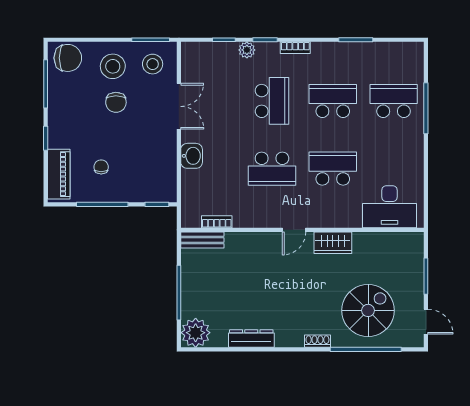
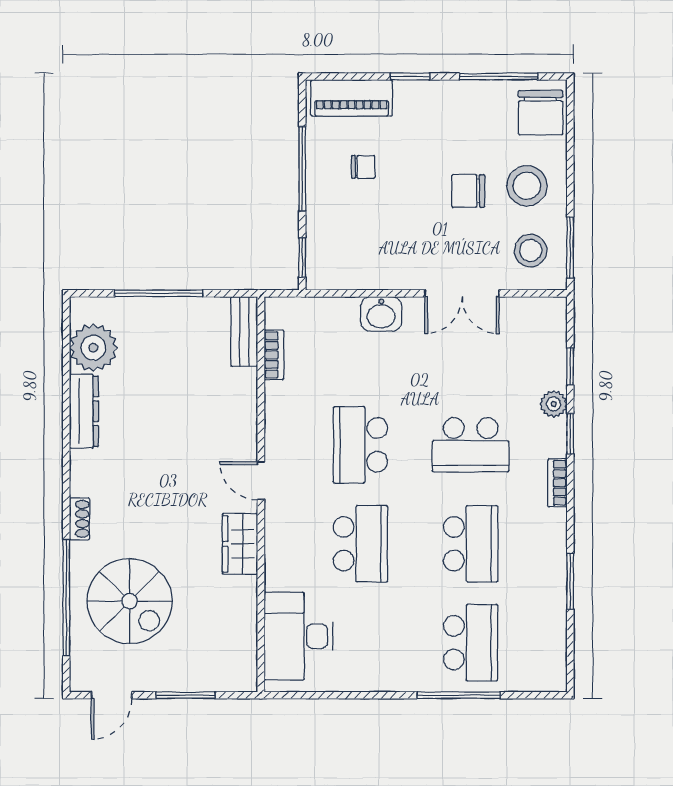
plant: (196, 333) -> (93, 348), moved

